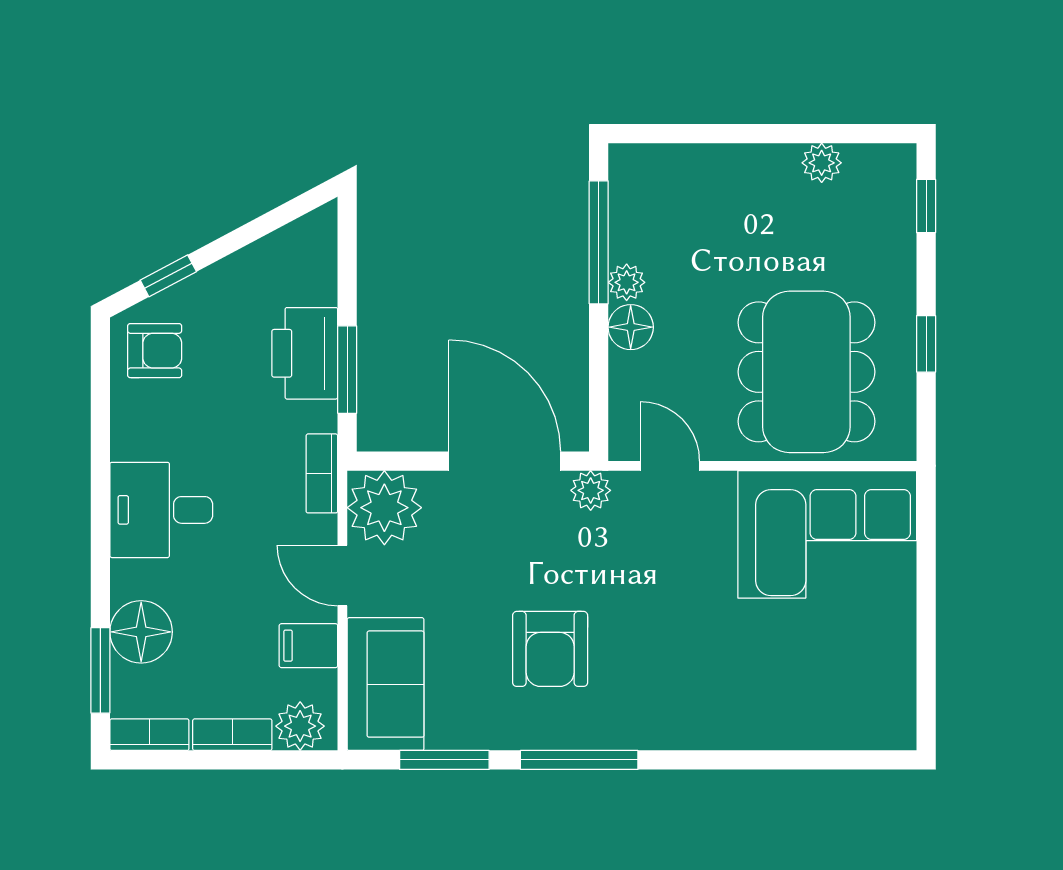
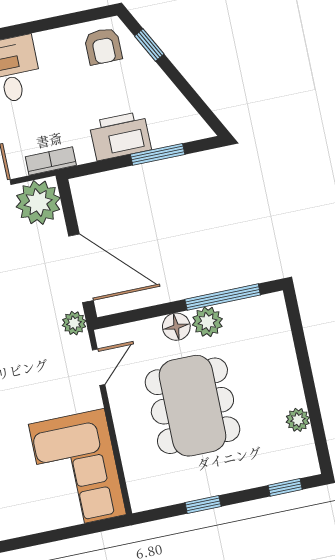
plant: (627, 282) -> (207, 322), width x1.38, depth x1.38
window: (347, 370) -> (158, 154), moved
dining table: (806, 372) -> (192, 406), moved, turned 90
door: (505, 461) -> (81, 268), hinge flipped

